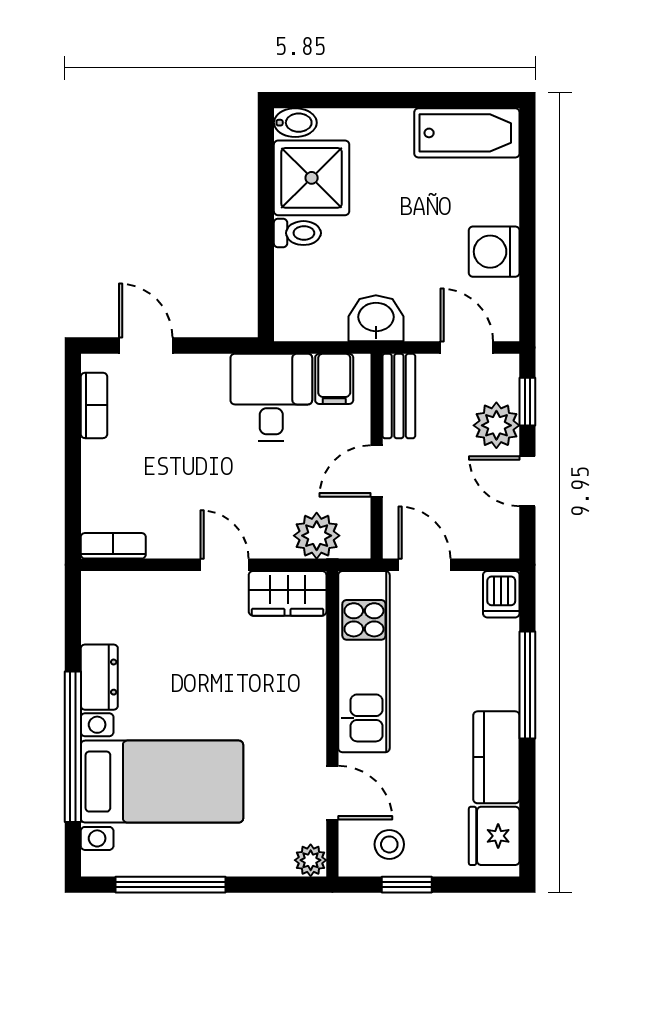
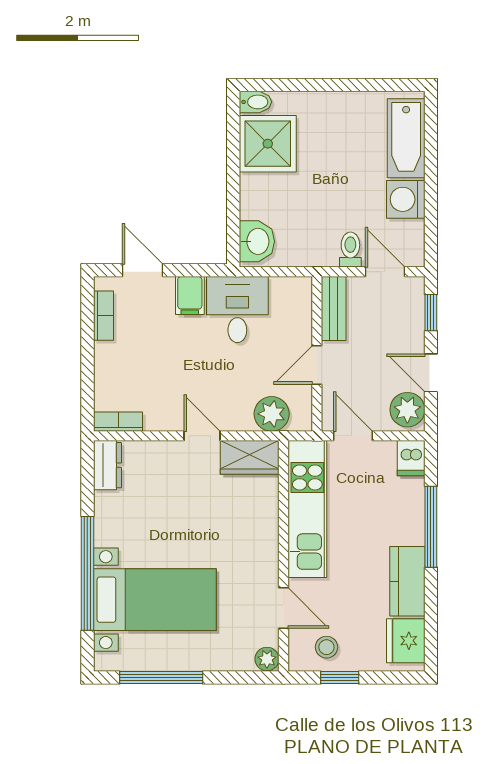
bathtub: (467, 133) -> (406, 138), moved, turned 90
toilet: (297, 233) -> (350, 250), moved, turned -90
washbasin: (376, 318) -> (257, 241), moved, turned 90
filing cabinet: (334, 379) -> (190, 295), moved
plant: (496, 425) -> (407, 410), moved
dresser: (99, 677) -> (107, 465), moved

